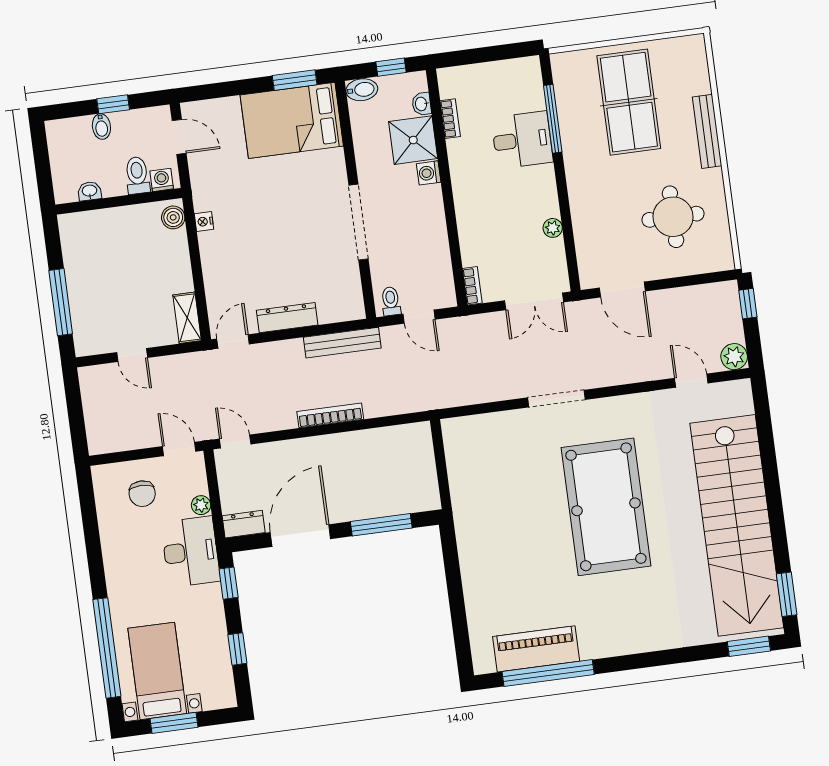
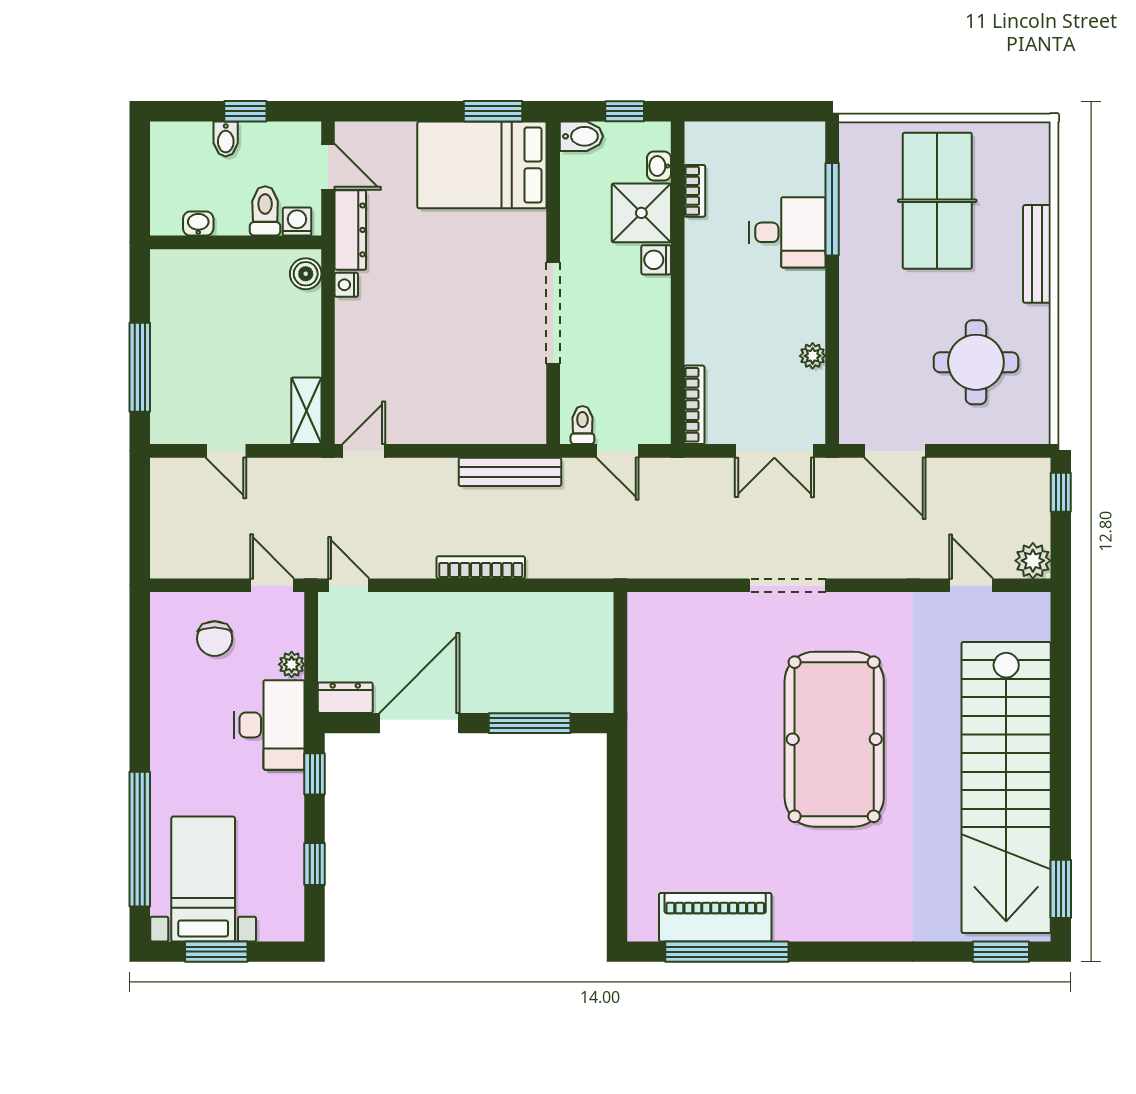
bookcase: (472, 286) -> (694, 405), width x1.56
dresser: (287, 318) -> (350, 230), moved, turned 90

